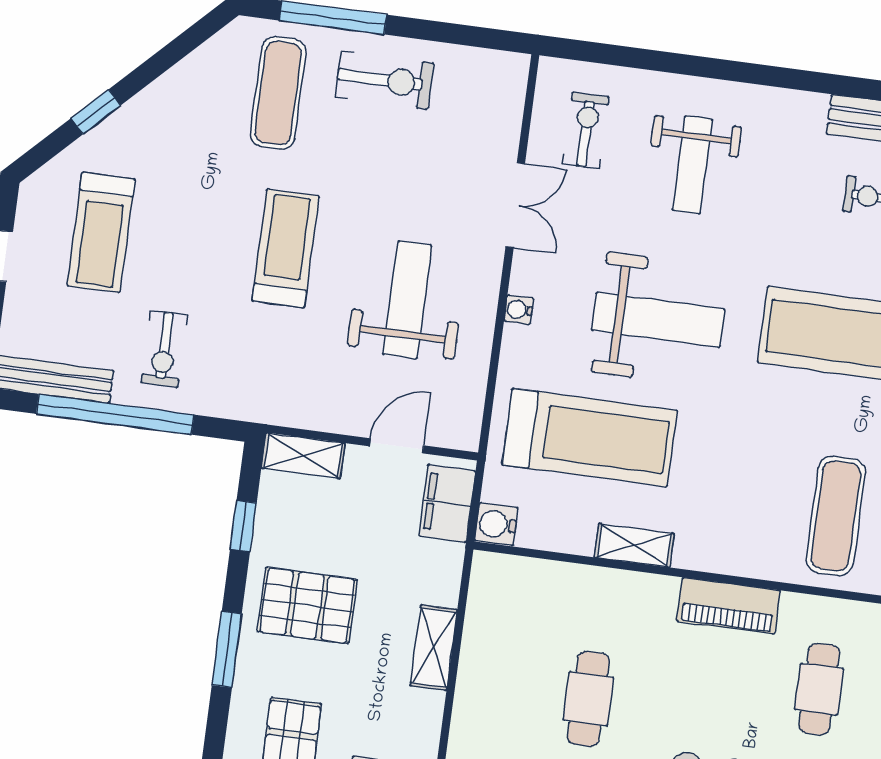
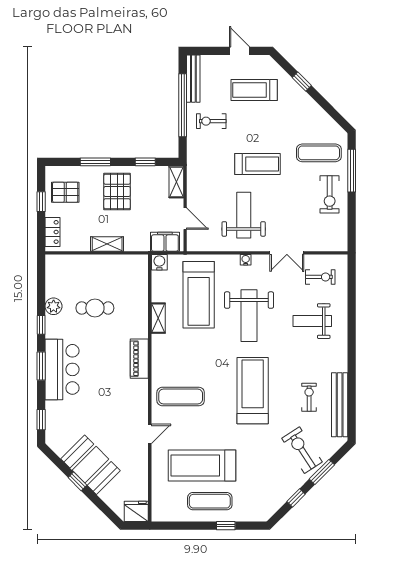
weight bench: (407, 300) -> (244, 215), turned -90
cafe table: (819, 689) -> (111, 399), removed

